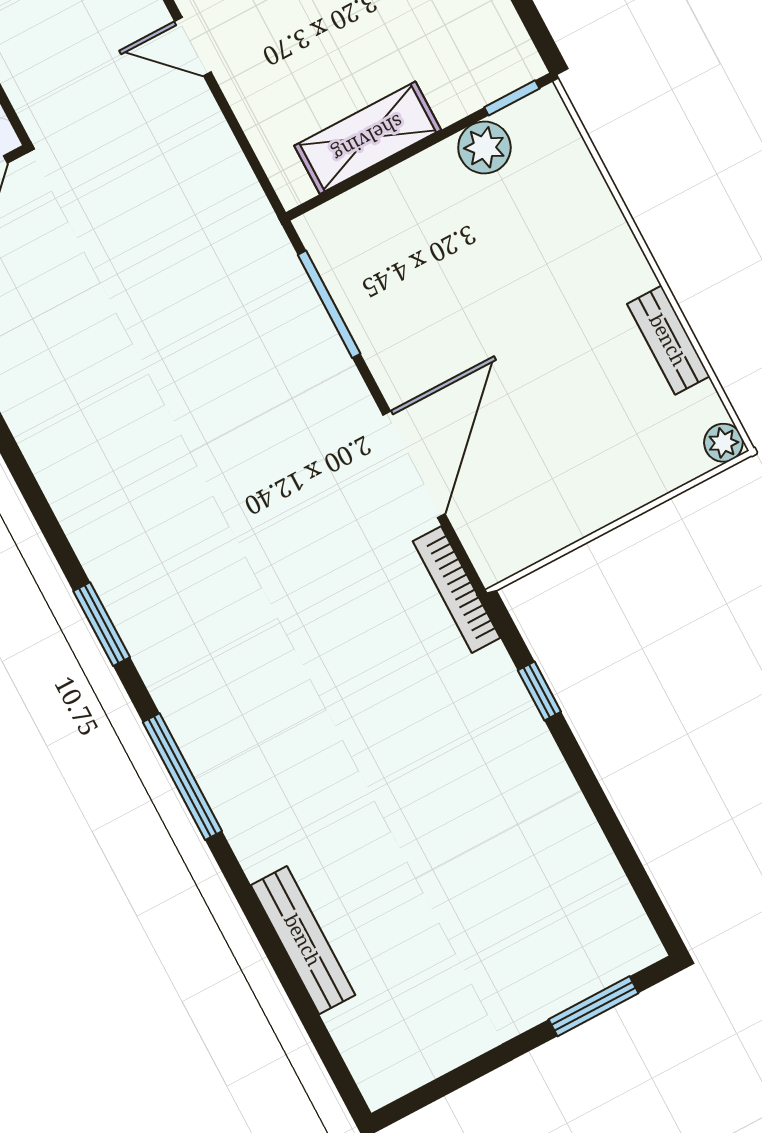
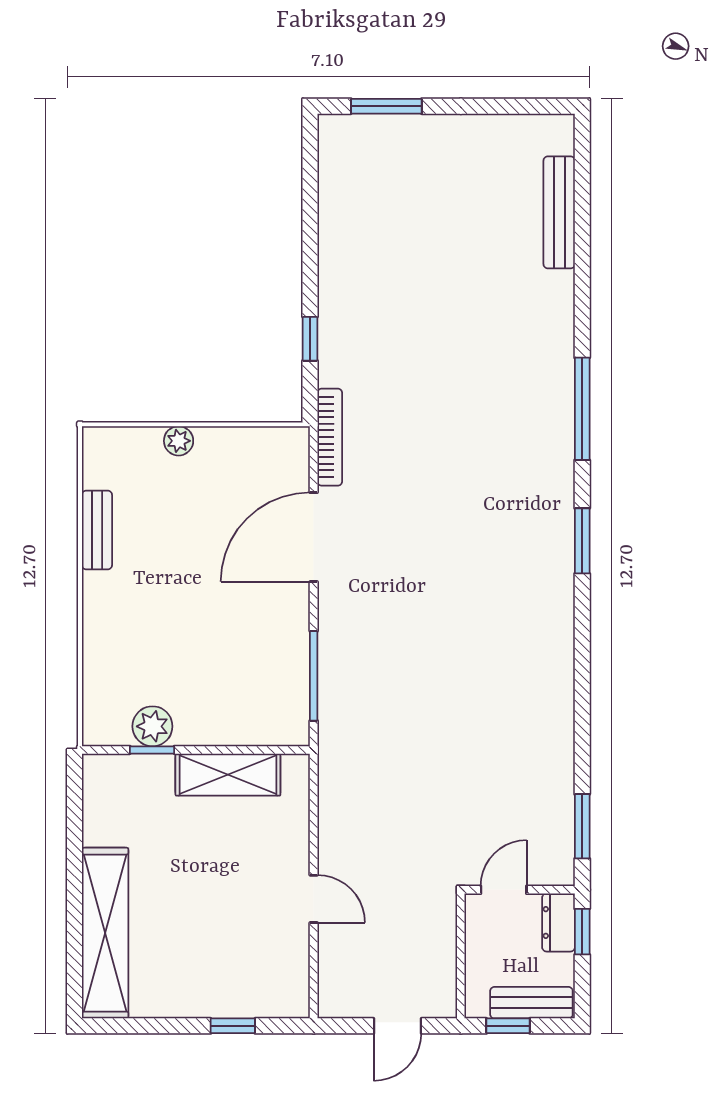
window: (512, 98) -> (152, 750), moved
plant: (723, 443) -> (179, 441), moved
bench: (303, 940) -> (559, 212), moved

